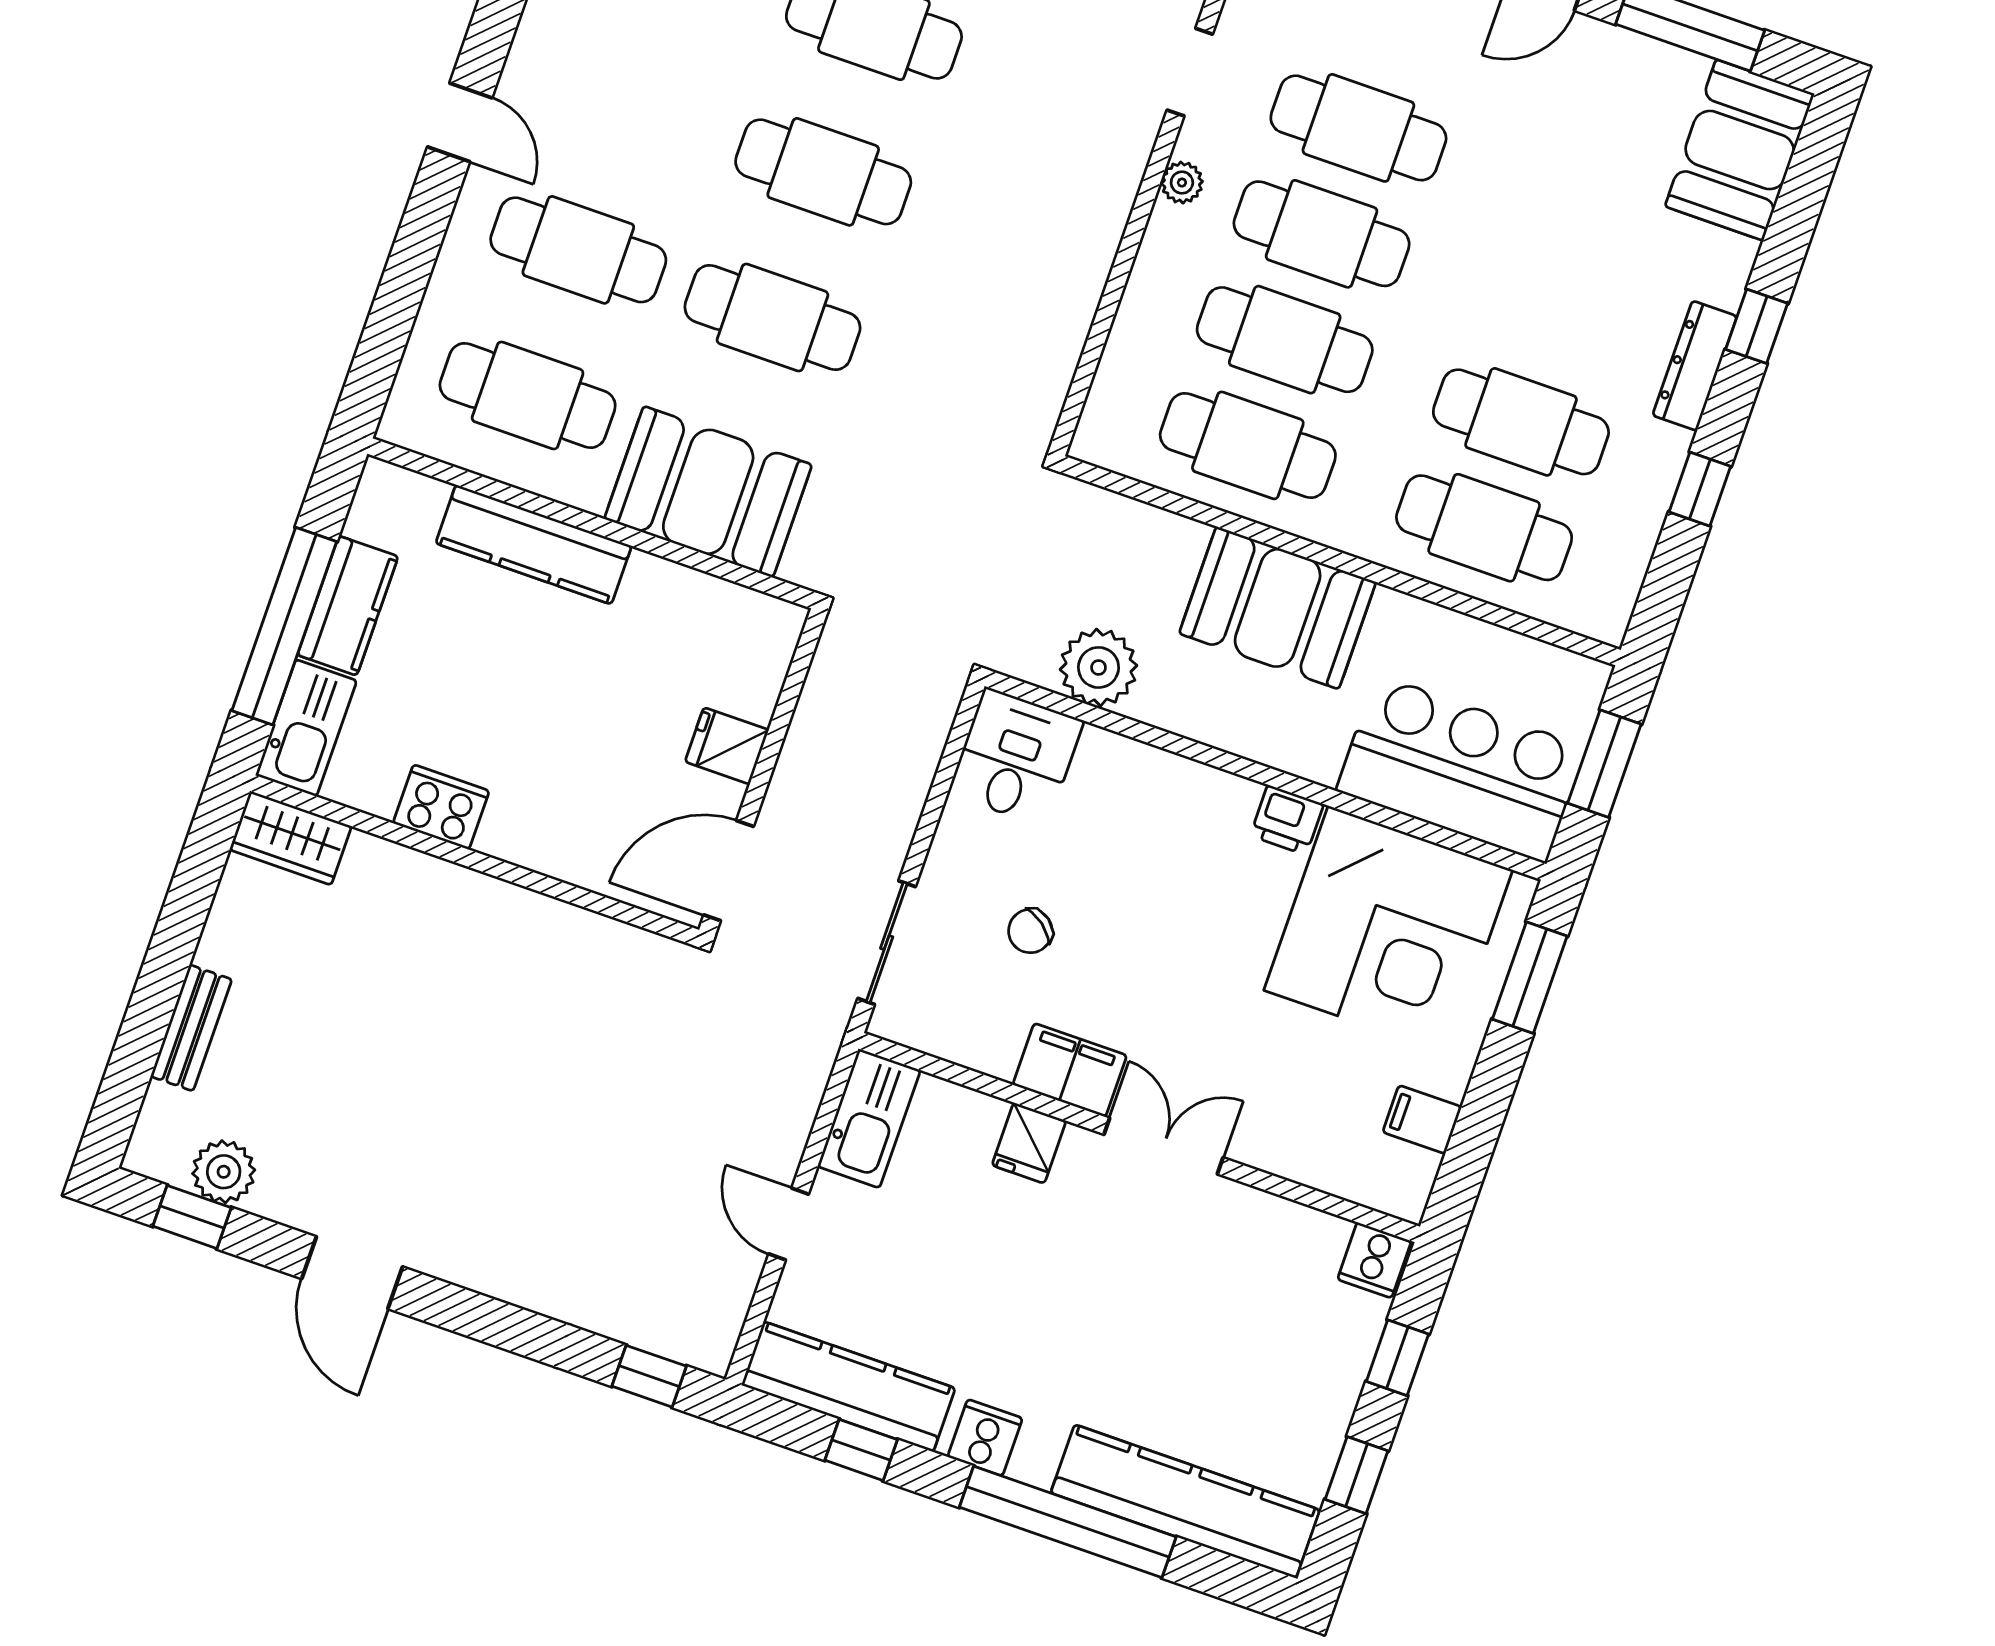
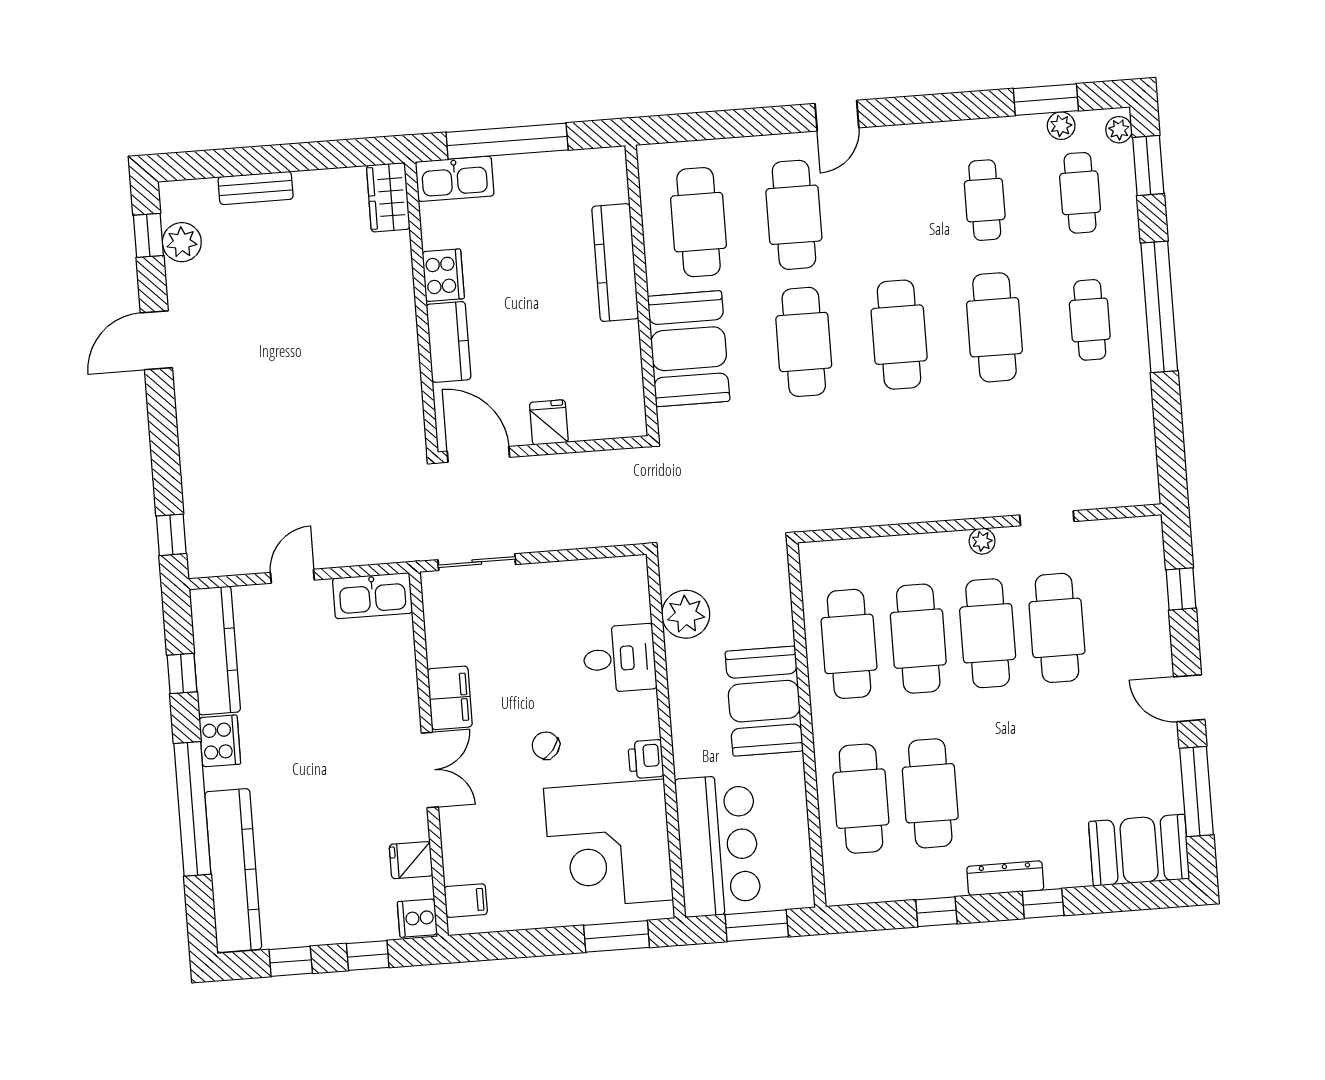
kitchen counter: (348, 606) -> (449, 342), moved, turned -90
desk: (1016, 757) -> (619, 659), moved
chair: (1030, 931) -> (546, 745), moved
filing cabinet: (1422, 1120) -> (466, 901), moved, turned 90
fridge: (1029, 1143) -> (411, 860), moved
cooker: (985, 1438) -> (220, 741), width x1.36

